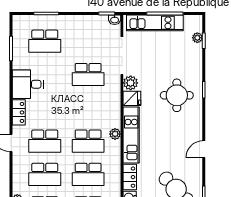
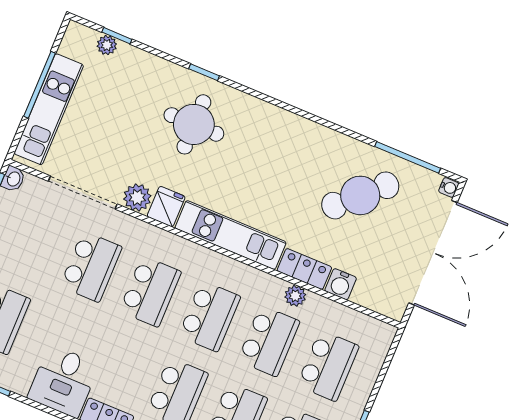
school desk: (88, 108) -> (150, 291), added
plant: (115, 134) -> (295, 296), moved
door: (204, 149) -> (310, 117), removed

